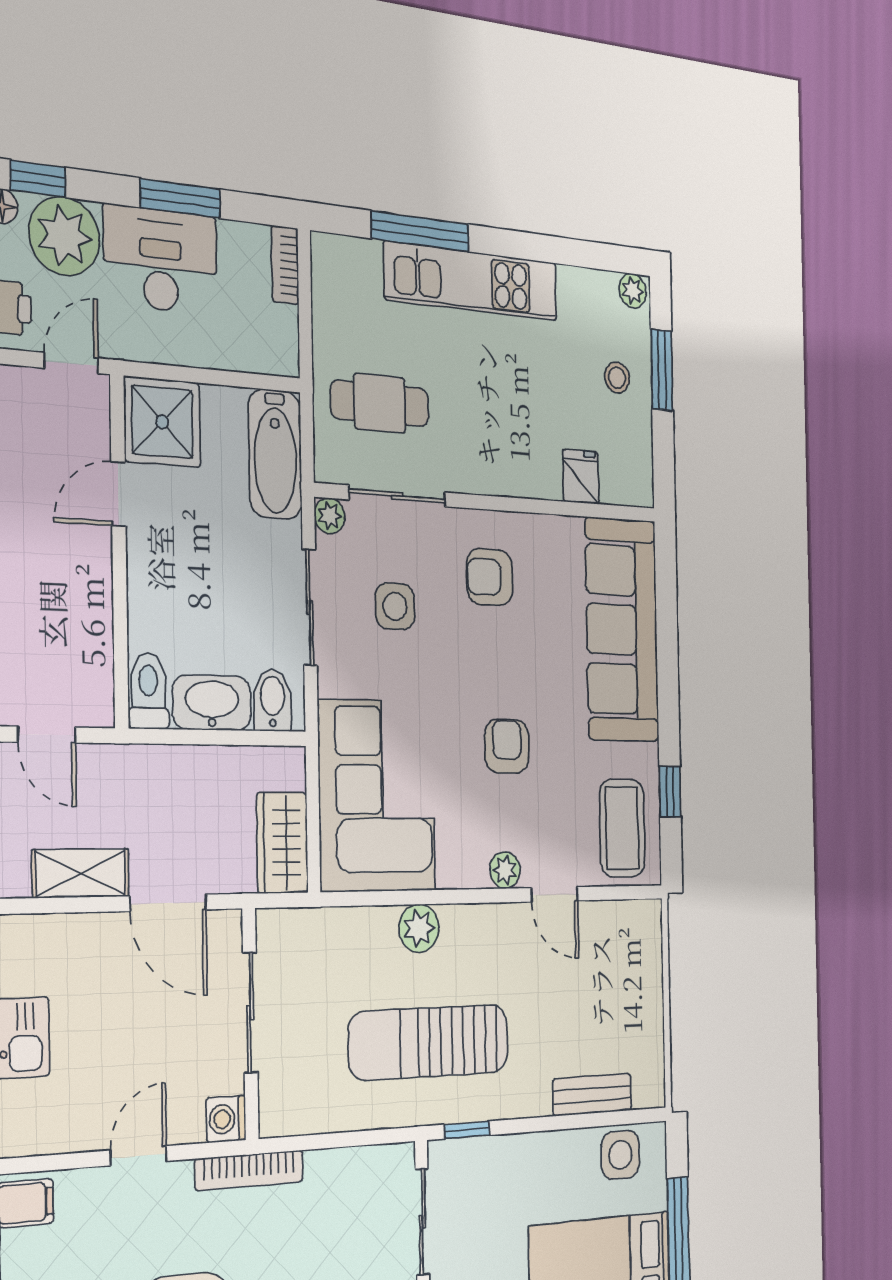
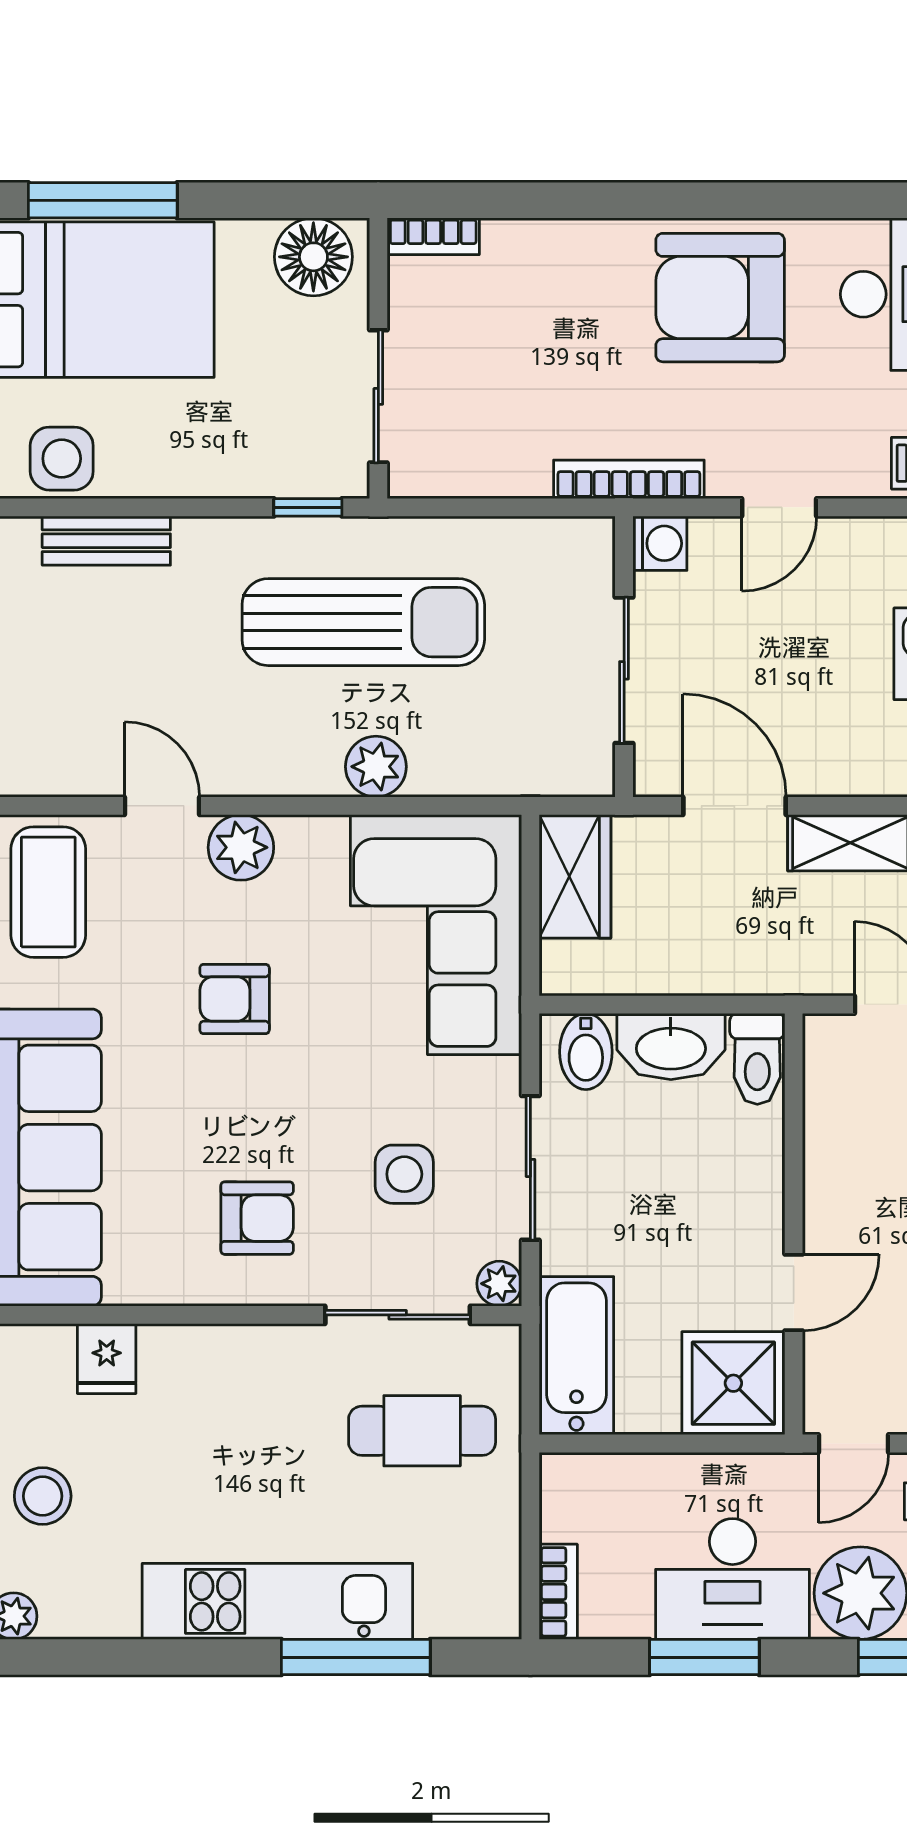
stool: (617, 378) -> (43, 1496), width x1.37, depth x1.37
armchair: (507, 746) -> (235, 999), turned 90
plant: (505, 870) -> (241, 847), width x1.38, depth x1.38

